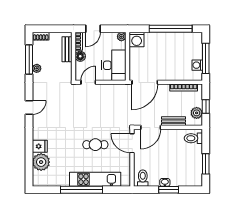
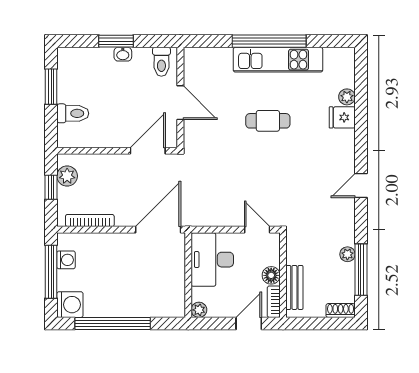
washing machine: (137, 40) -> (70, 305), moved, turned 90
door: (88, 82) -> (257, 230), swing flipped
bench: (173, 121) -> (108, 162), removed
toilet: (193, 138) -> (73, 113), moved
door: (132, 143) -> (180, 103), moved
cafe table: (95, 145) -> (268, 121), moved
plant: (41, 162) -> (347, 97), width x0.53, depth x0.53
kitchen unit: (95, 179) -> (278, 60), moved

